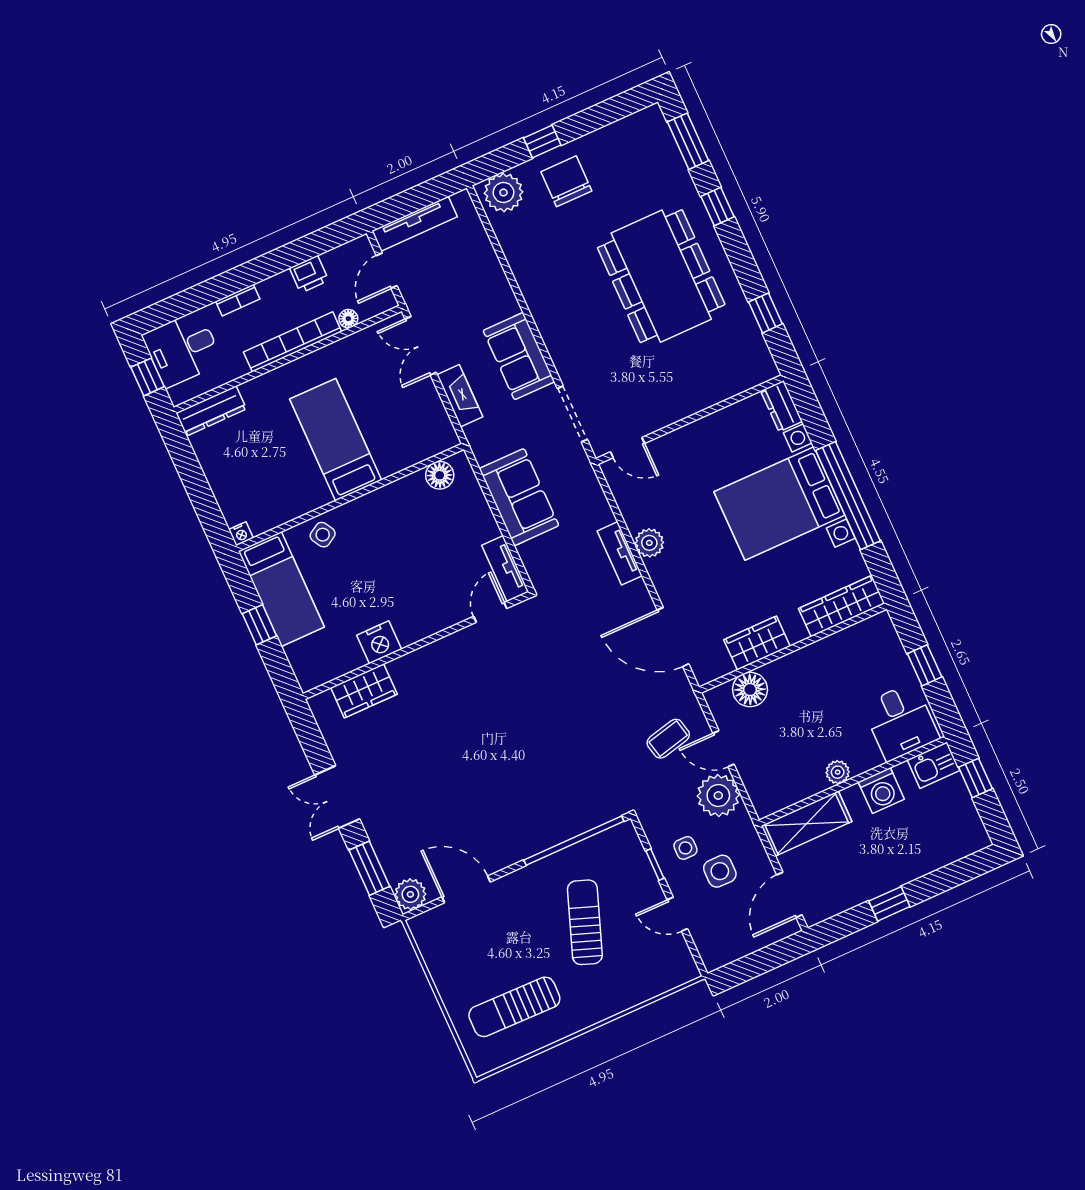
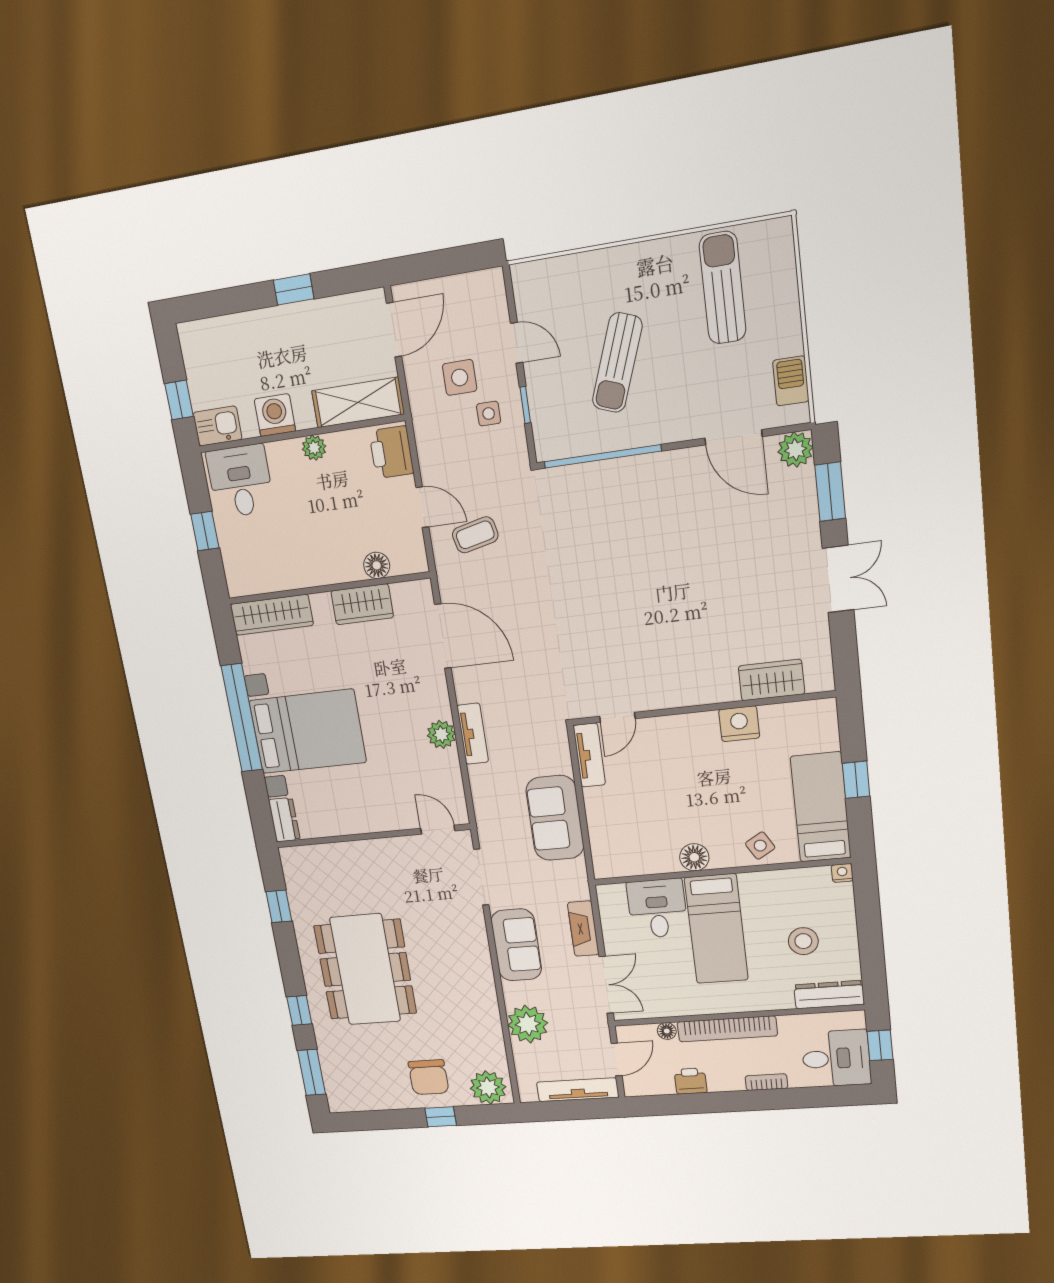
desk: (397, 441) -> (657, 908), added
stool: (253, 456) -> (803, 941), added
floor lamp: (440, 475) -> (694, 857), moved
floor lamp: (750, 689) -> (377, 565), width x0.73, depth x0.73
printer: (765, 789) -> (391, 452), added
plant: (718, 795) -> (528, 1024), moved
barbecue: (433, 949) -> (791, 381), added
sun lounger: (514, 1007) -> (723, 288), turned -91

